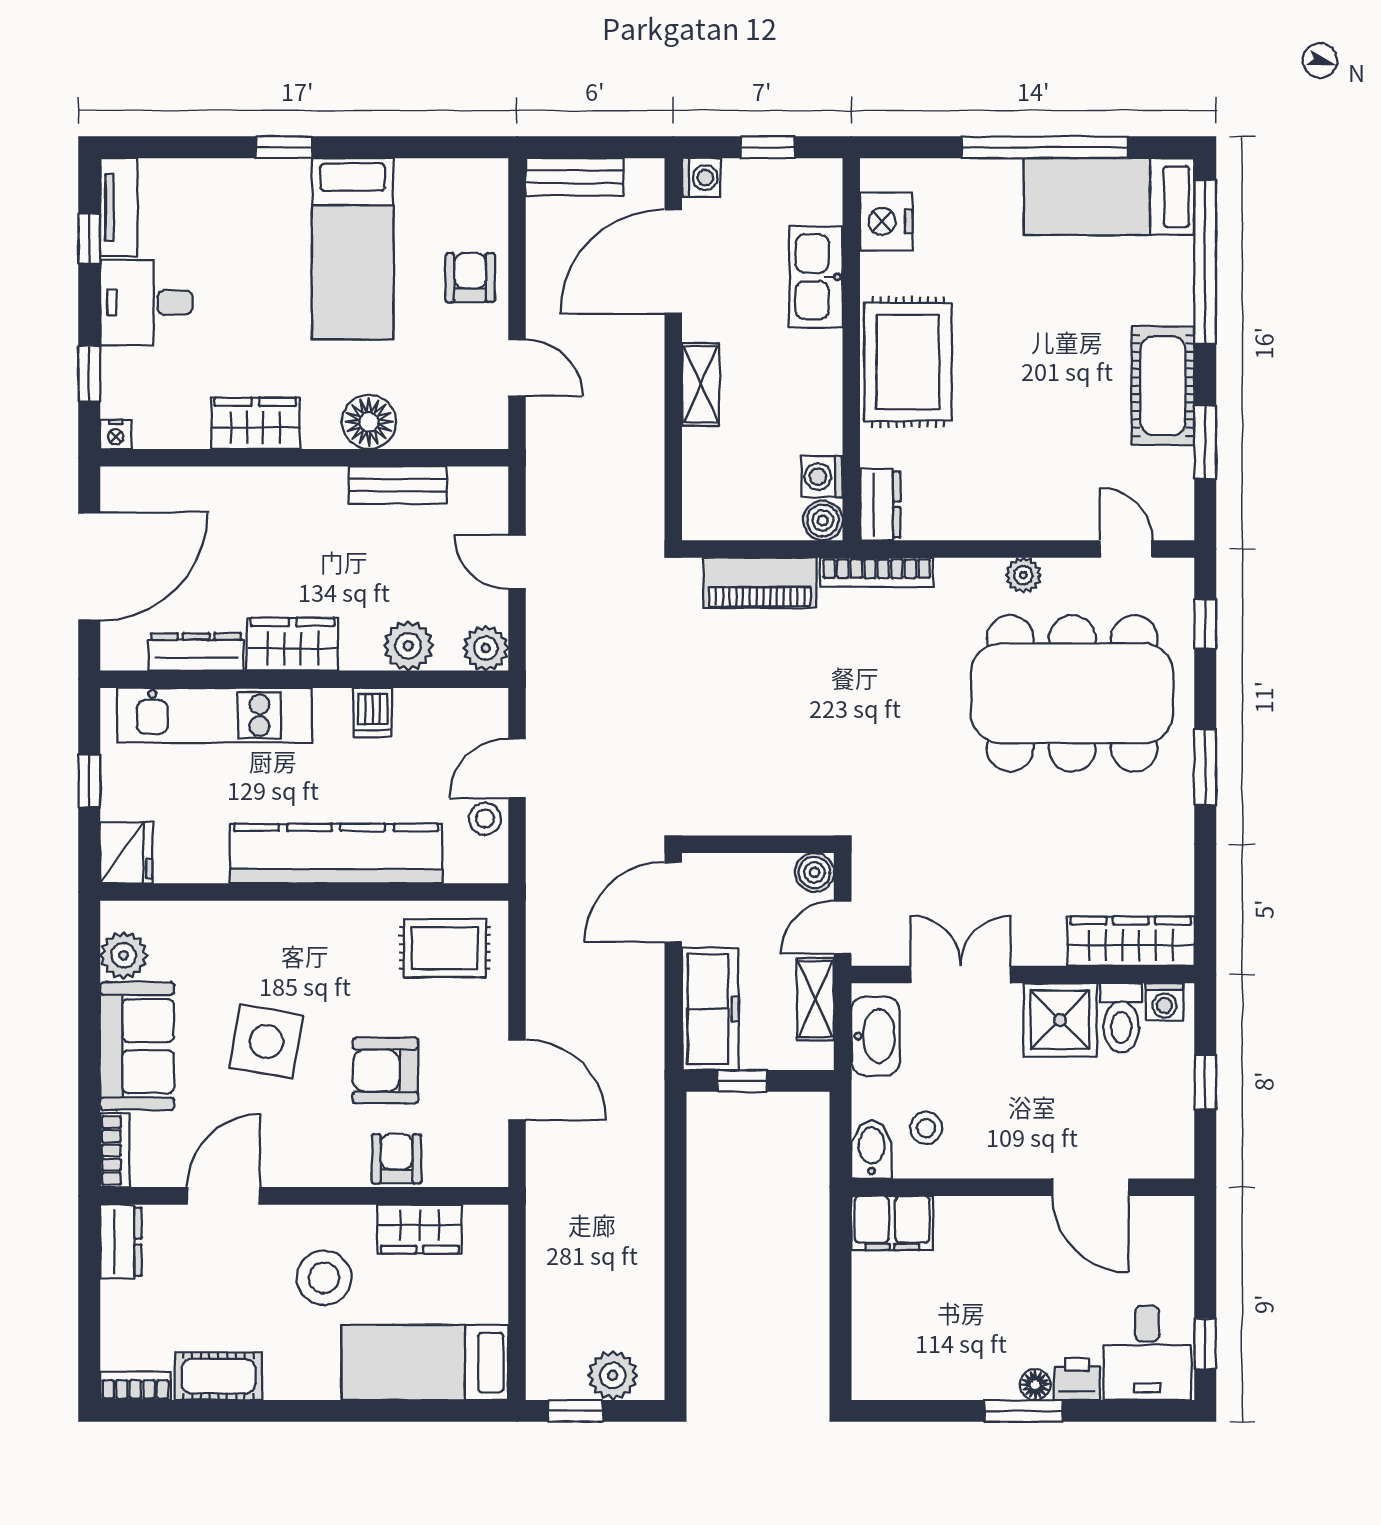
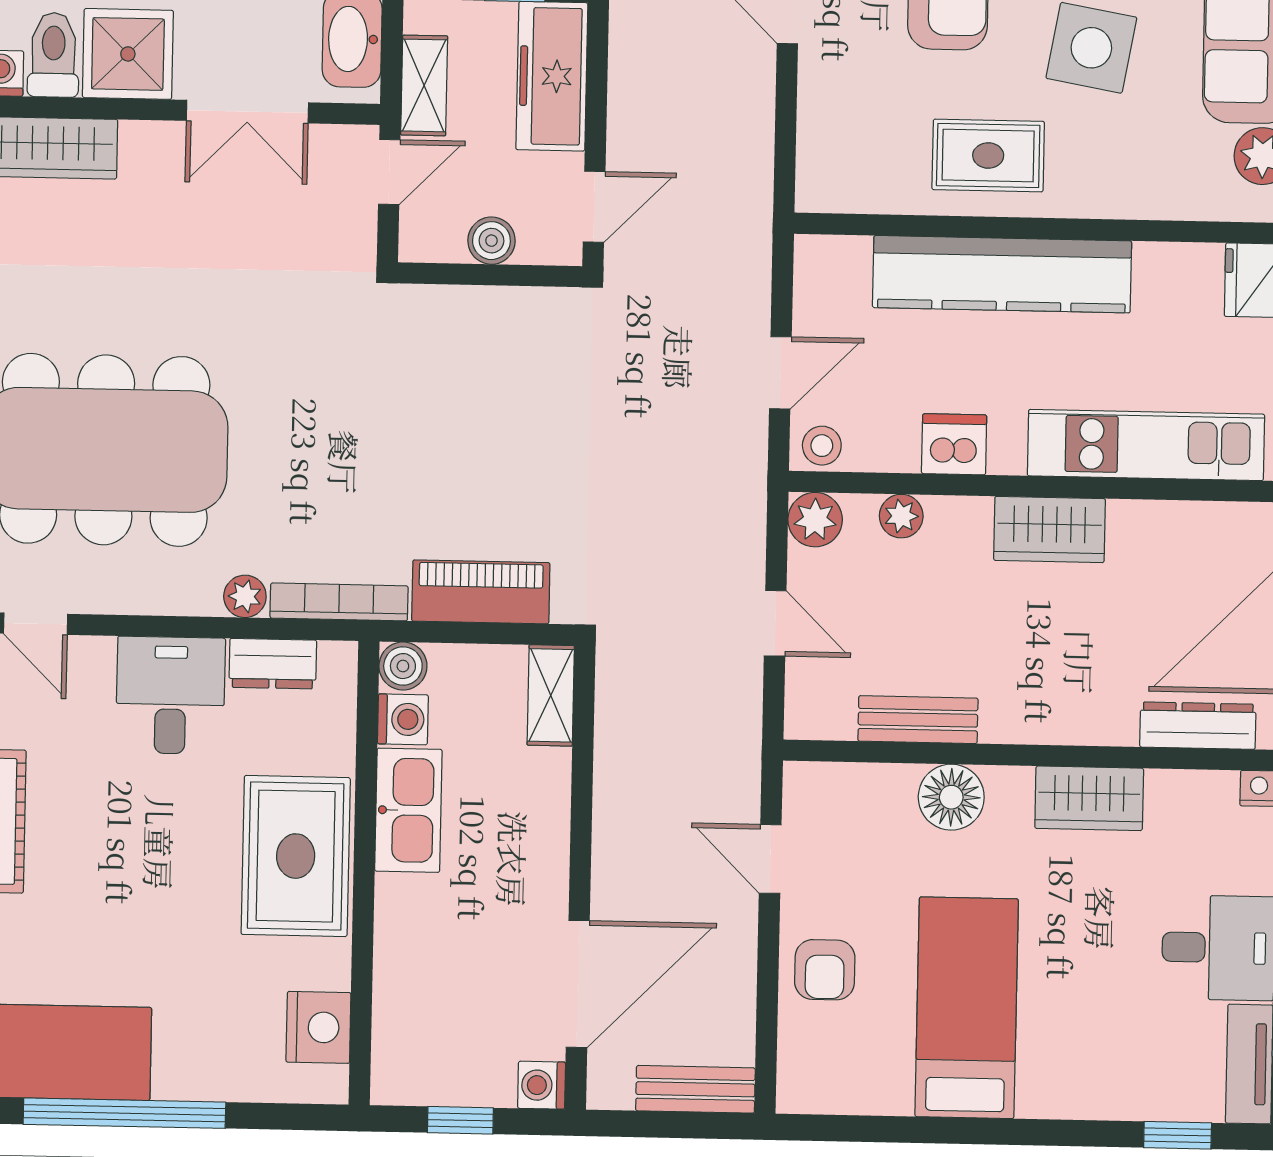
window: (284, 147) -> (1178, 1135), moved
kitchen sink: (816, 277) -> (408, 810), moved
shelving: (701, 384) -> (551, 695), moved
desk: (1014, 492) -> (170, 695), added
dresser: (880, 504) -> (273, 664), moved, turned -90
plant: (1023, 575) -> (245, 596), moved
plant: (408, 646) -> (901, 516), width x0.73, depth x0.73
dresser: (196, 652) -> (1198, 726), moved, turned 180
dishwasher: (373, 713) -> (954, 444), width x1.38
stool: (485, 819) -> (822, 446), moved
boiler: (814, 872) -> (491, 241), moved
door: (673, 902) -> (594, 207), width x0.73
rug: (445, 948) -> (988, 155), moved

